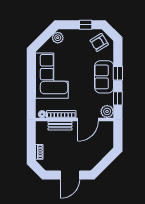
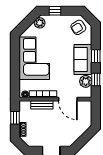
window: (86, 25) -> (55, 11), moved
plant: (107, 111) -> (86, 81), moved
door: (88, 120) -> (68, 99), hinge flipped
window: (31, 139) -> (15, 118), added

